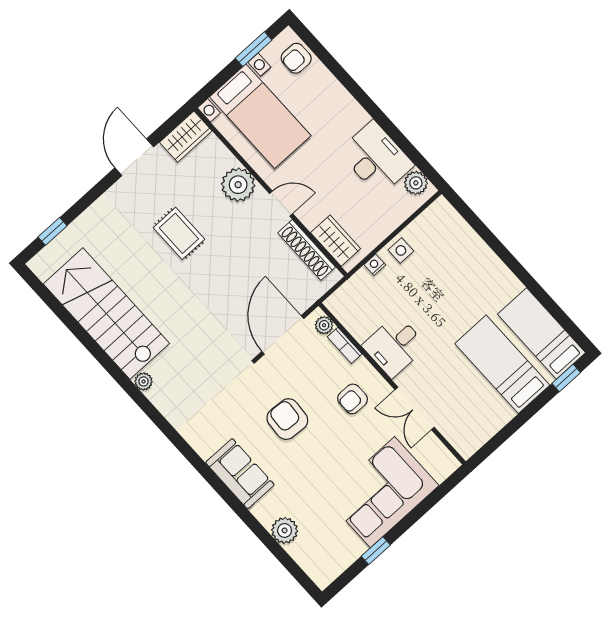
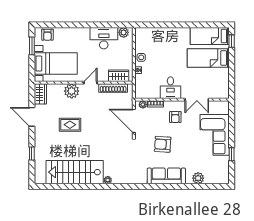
window: (53, 231) -> (32, 153), moved
sofa: (240, 474) -> (166, 176), width x1.36

